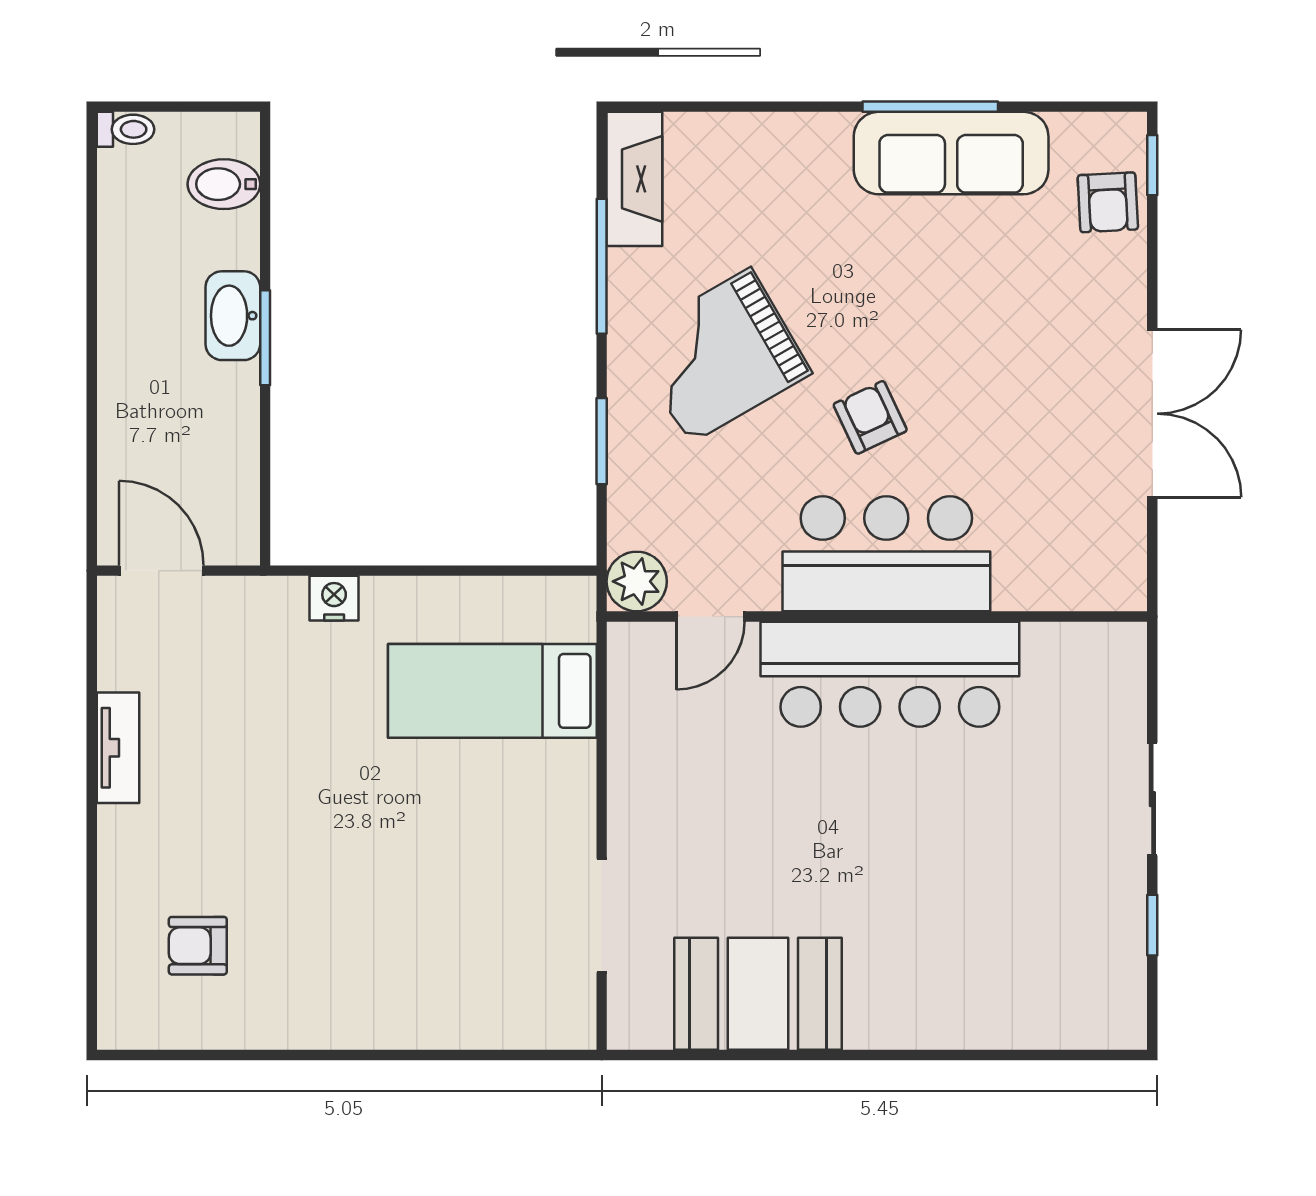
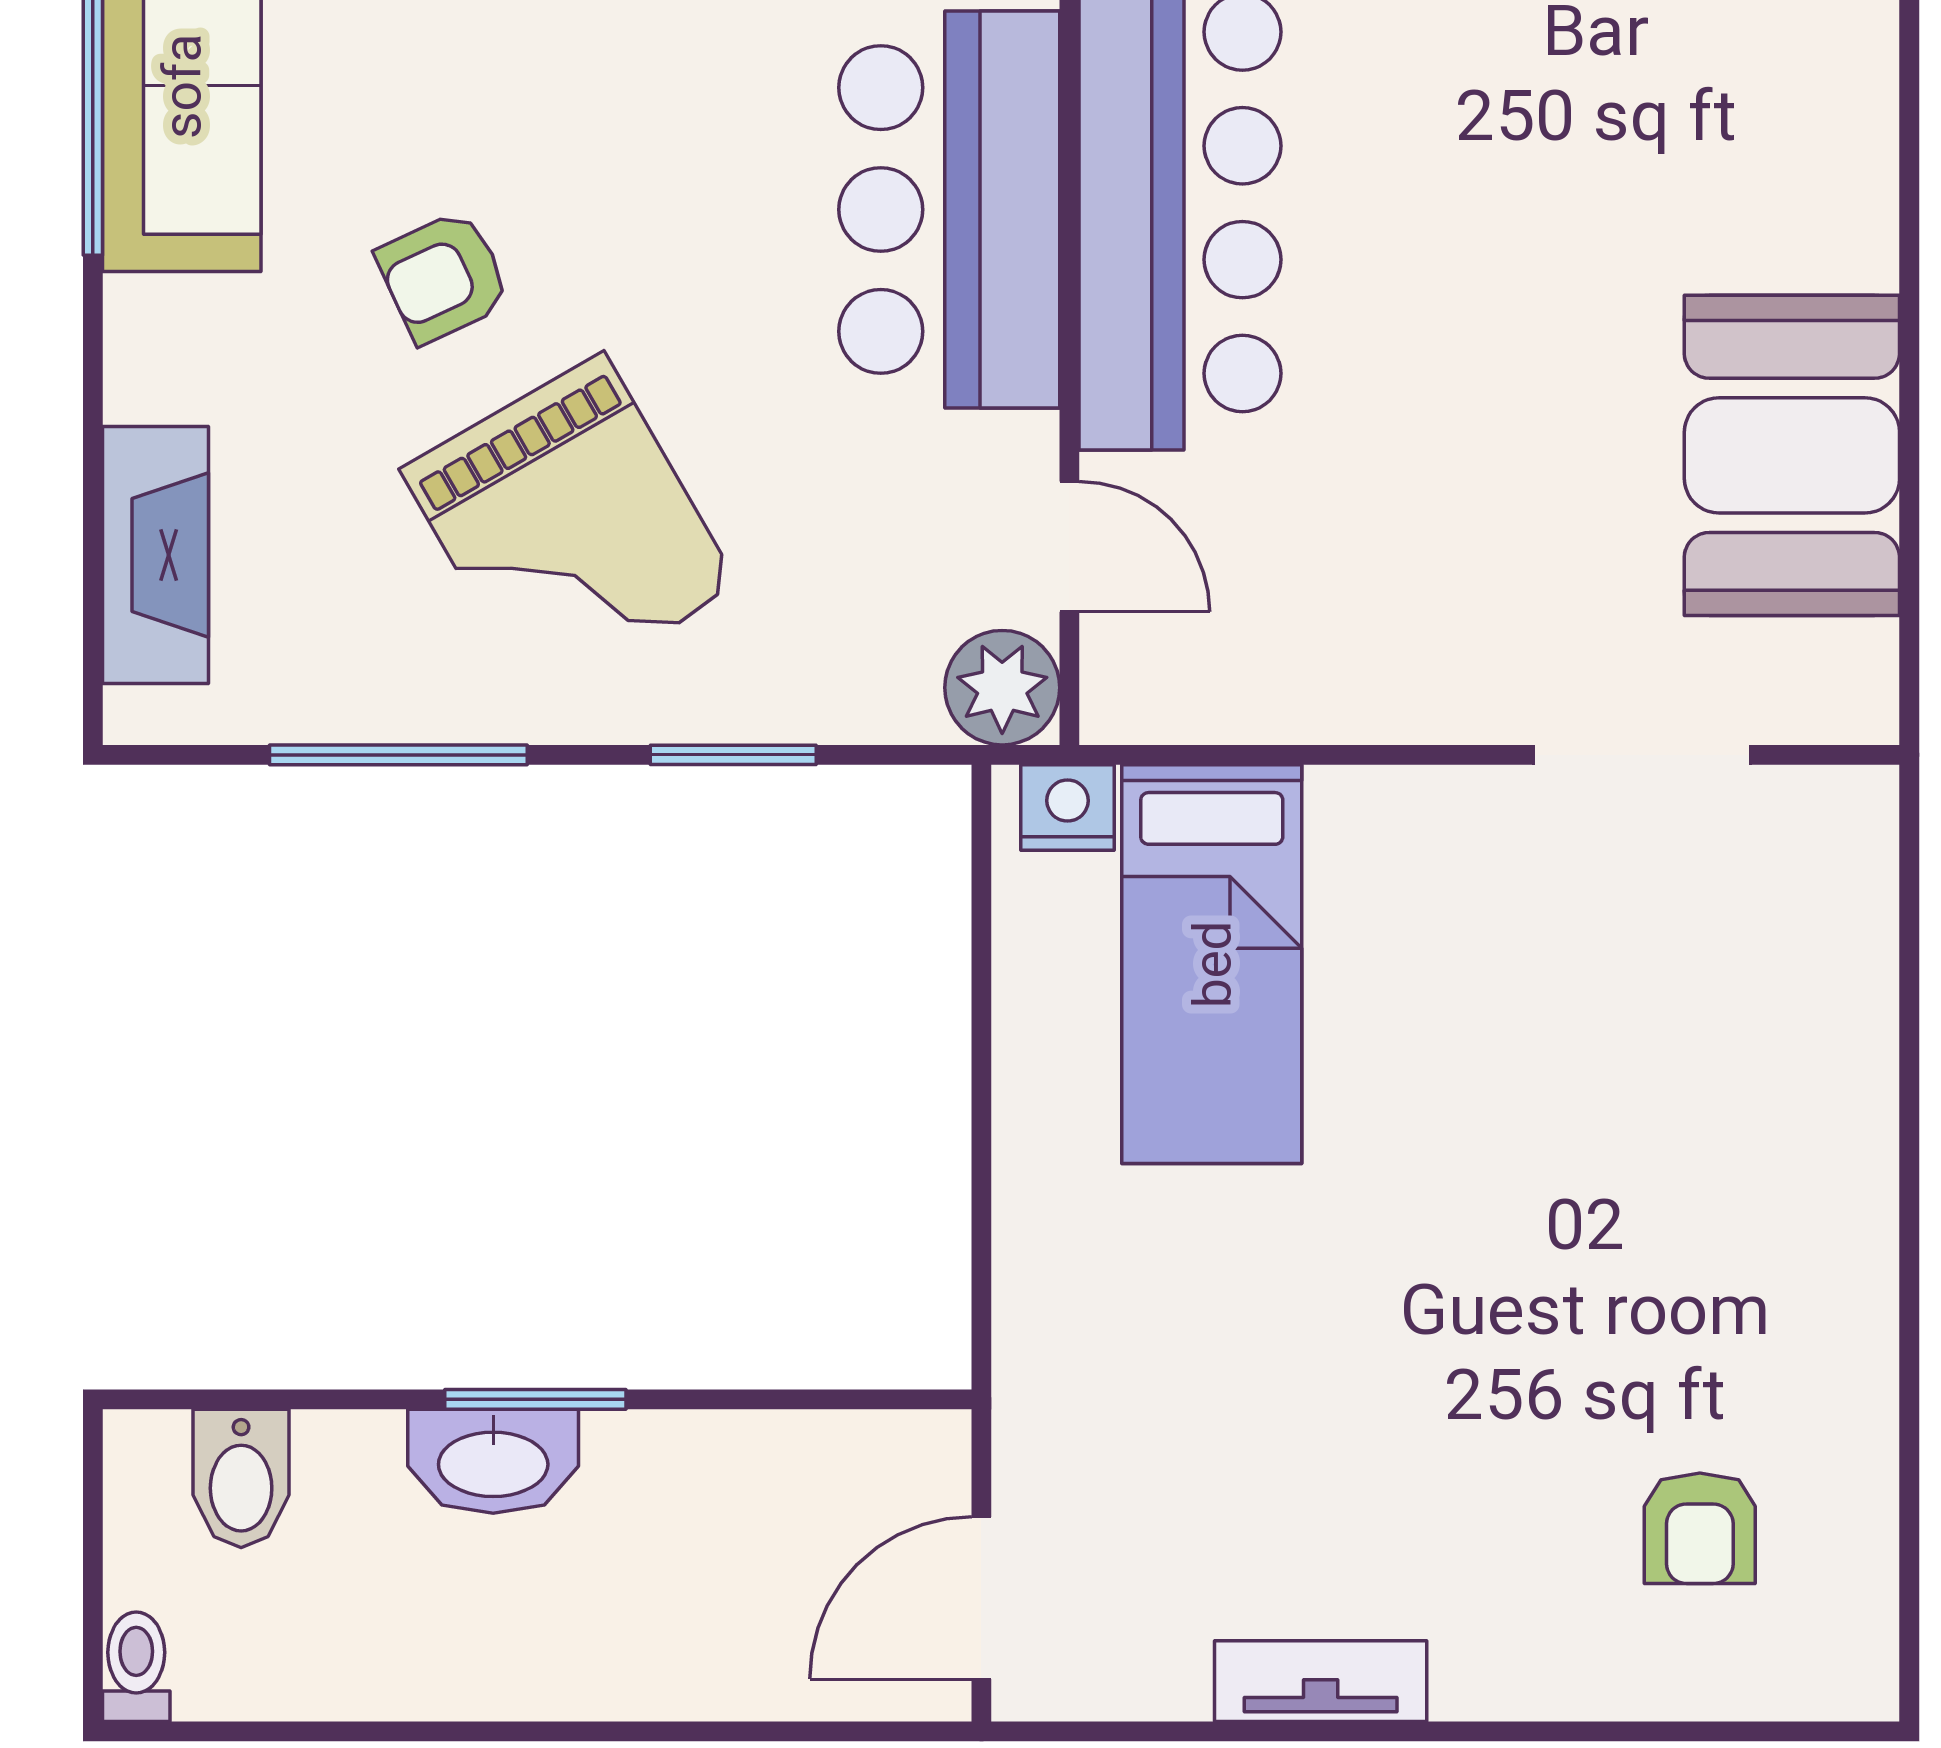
fireplace: (634, 179) -> (155, 555), moved, turned 90
armchair: (870, 417) -> (443, 277), moved
nightstand: (334, 598) -> (1068, 807), moved, turned 90

